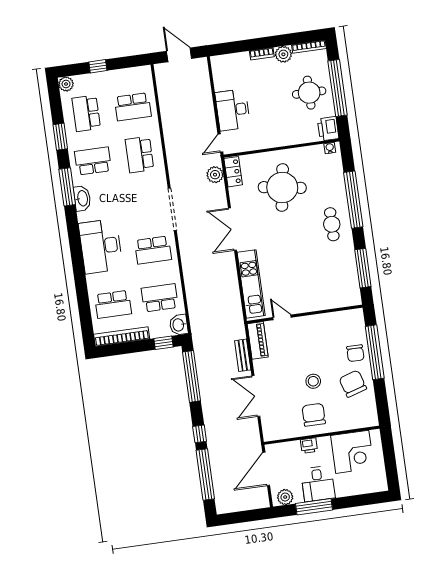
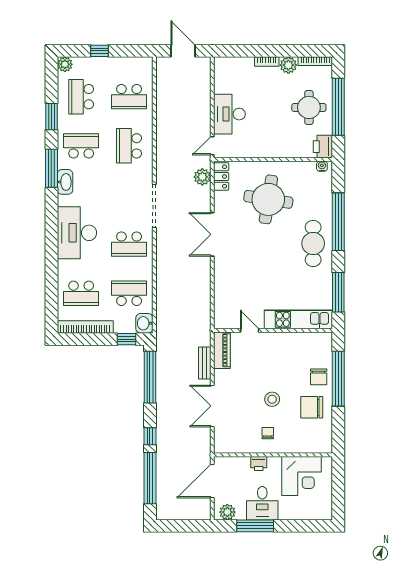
cafe table: (332, 224) -> (313, 243), width x1.37, depth x1.35
kitchen unit: (251, 284) -> (298, 319), moved, turned -90
chair: (353, 384) -> (312, 407), turned -73
chair: (314, 415) -> (268, 433), width x0.54, depth x0.54

